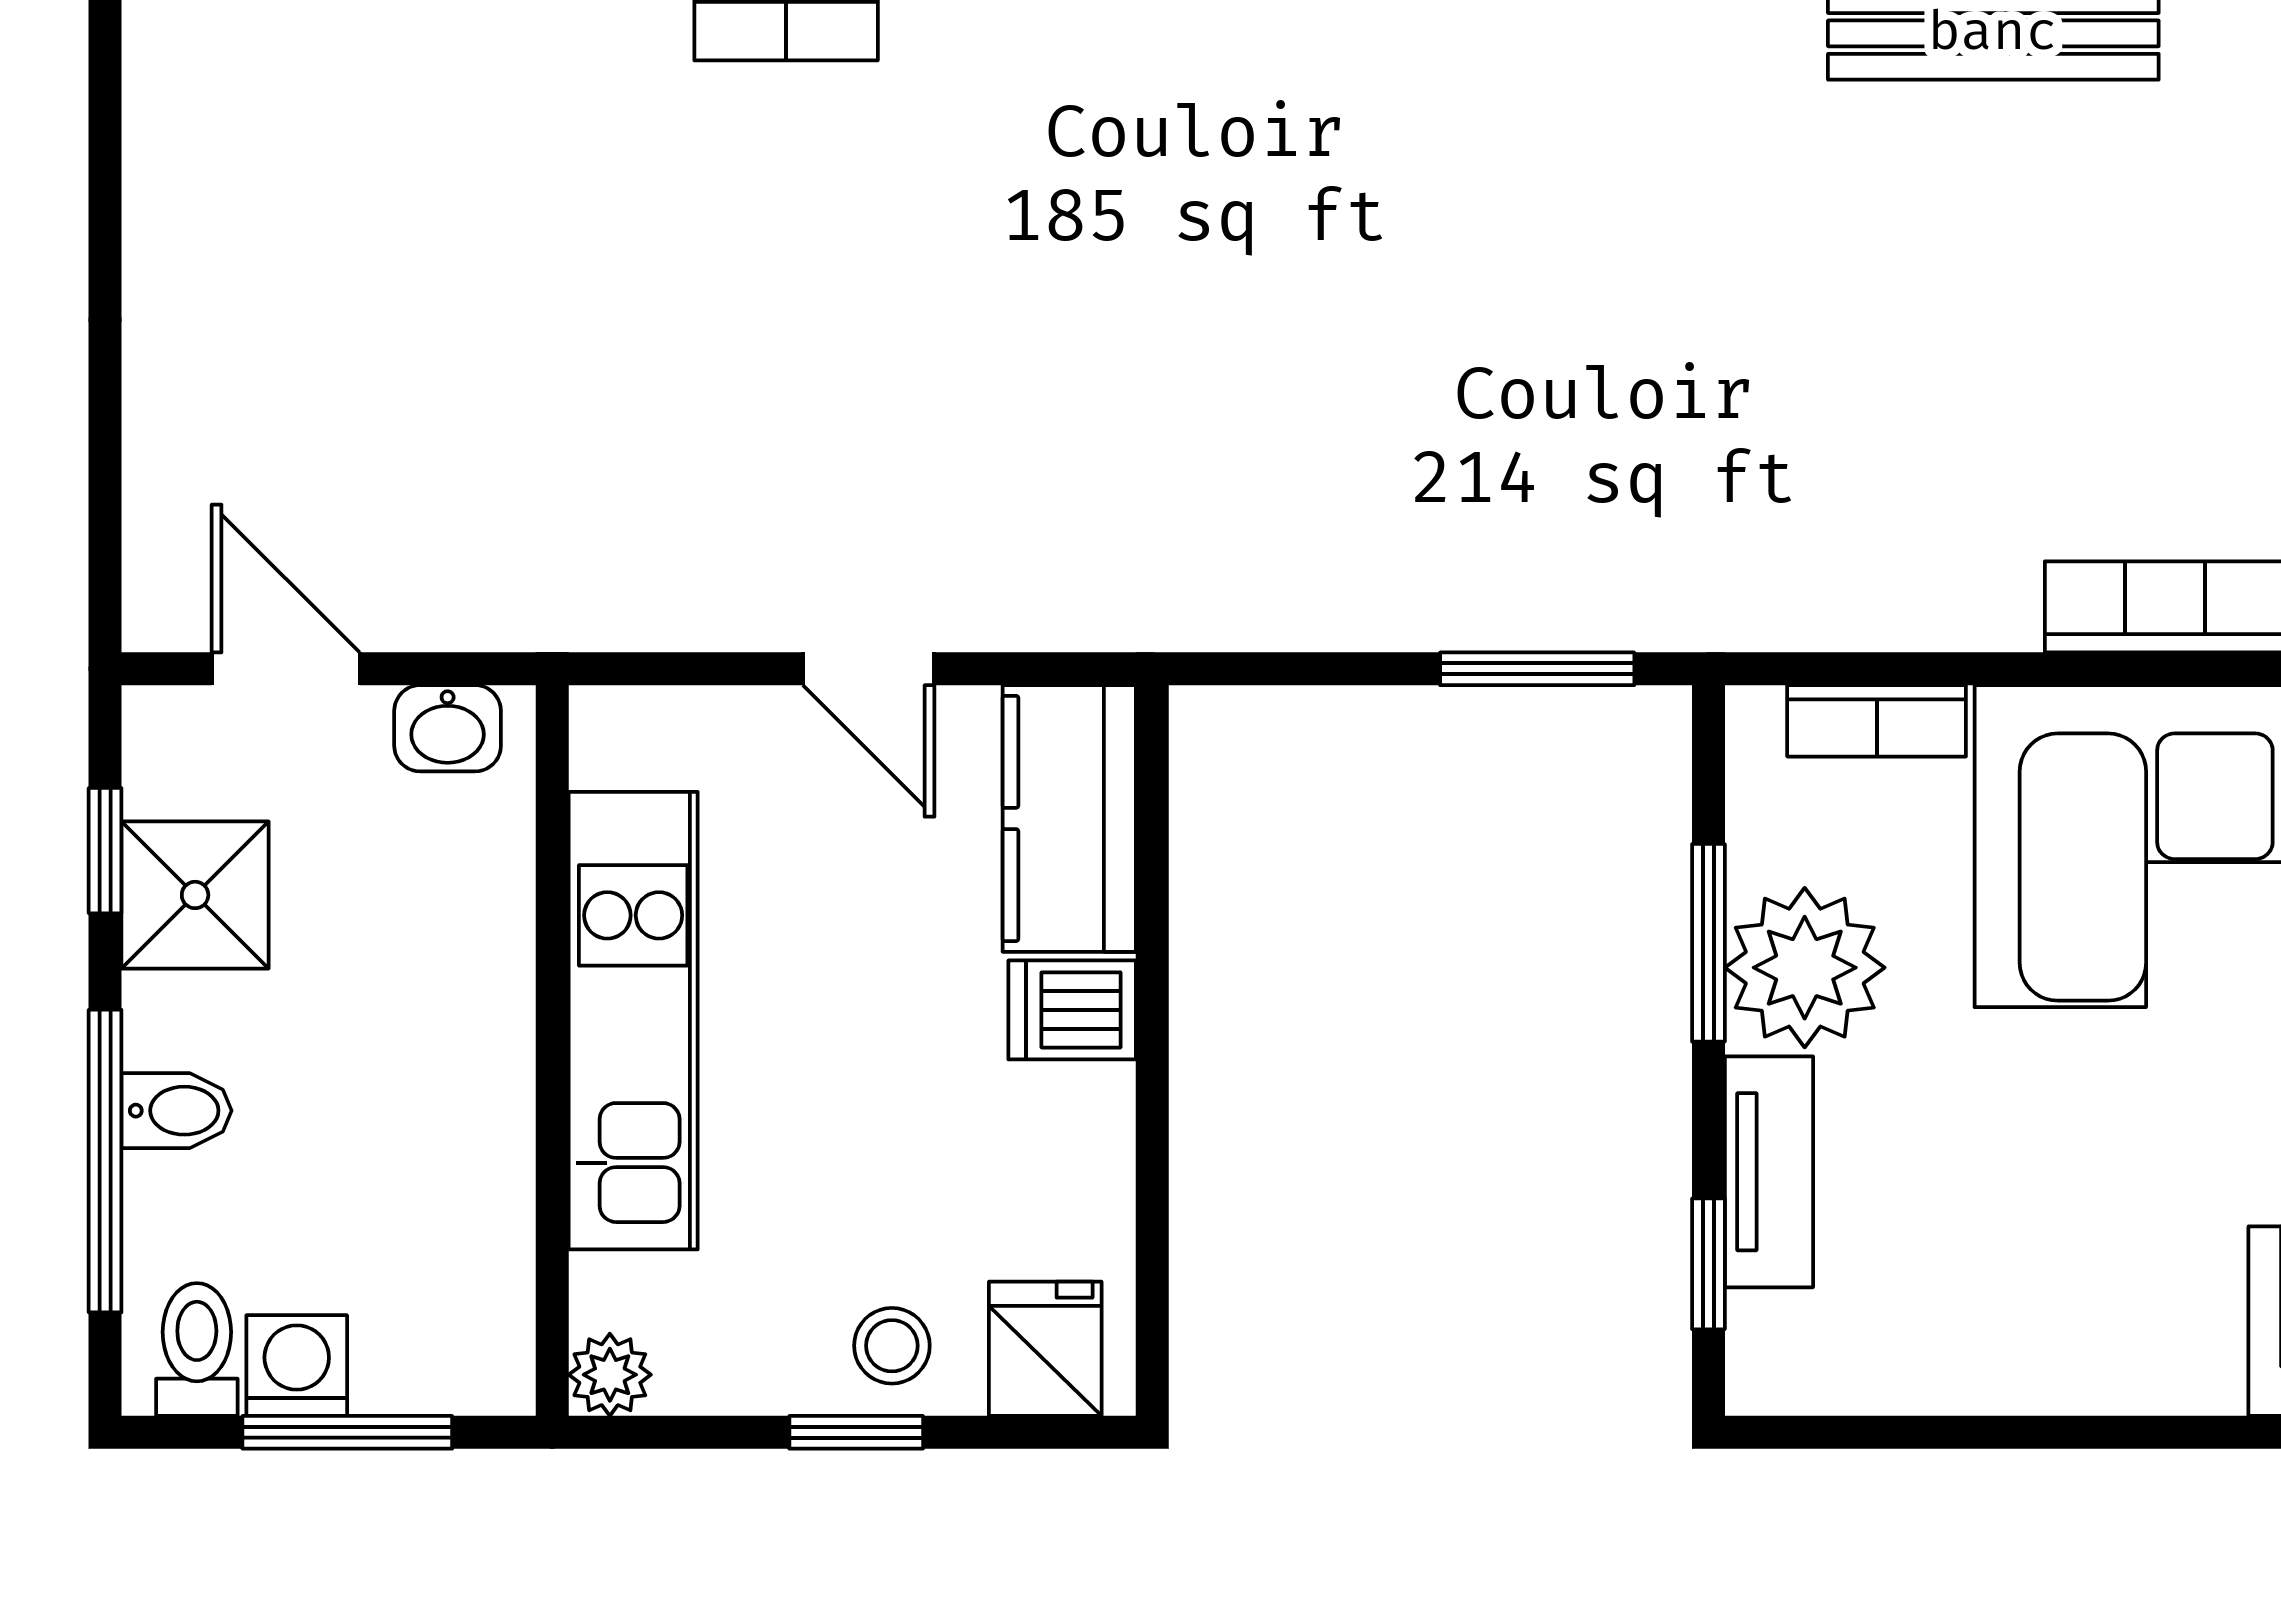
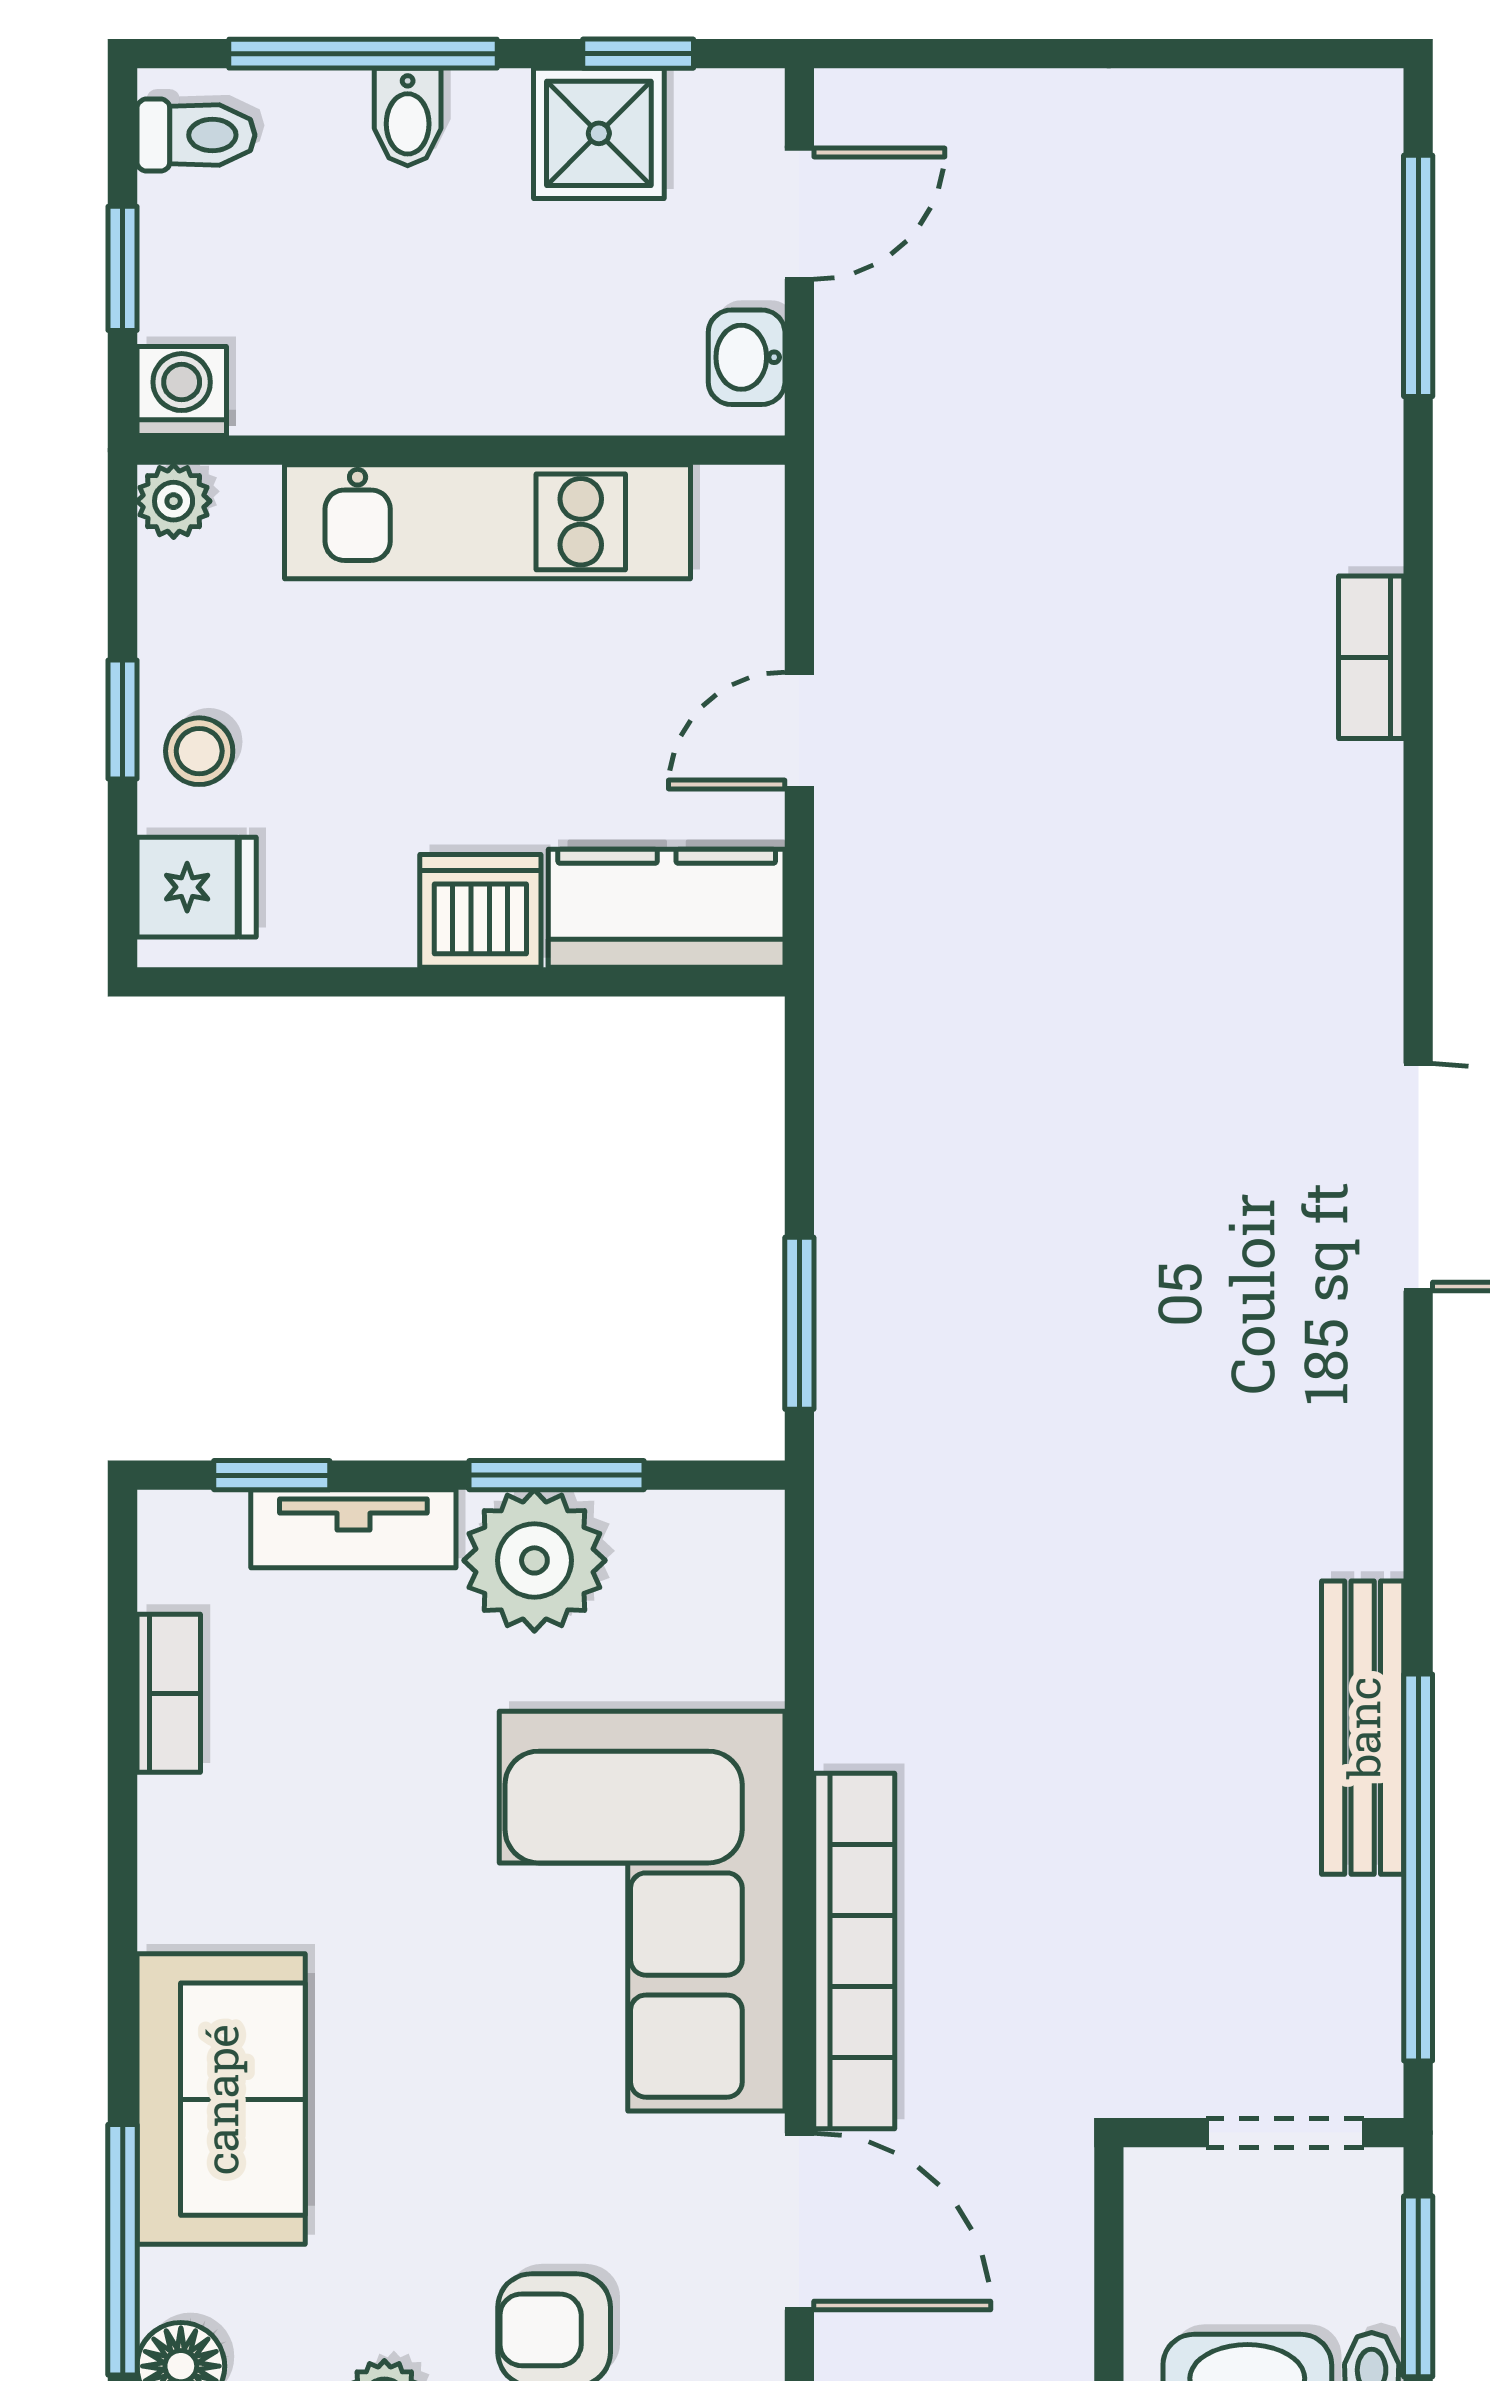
bookcase: (1877, 721) -> (169, 1693), moved, turned 180
dishwasher: (1072, 1010) -> (480, 911), width x1.38
washing machine: (297, 1366) -> (182, 391), moved, turned -90
window: (347, 1432) -> (123, 268), width x0.67

